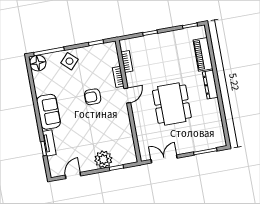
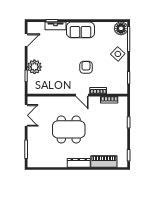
door: (73, 175) -> (26, 40), hinge flipped

